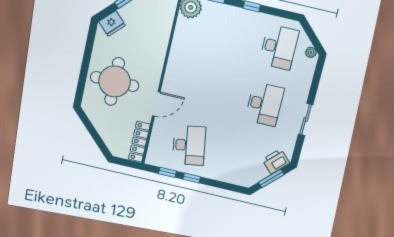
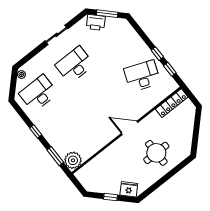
round table: (115, 81) -> (156, 153), width x0.73, depth x0.73
door: (156, 104) -> (130, 128), moved
desk: (189, 145) -> (142, 76), turned 30

